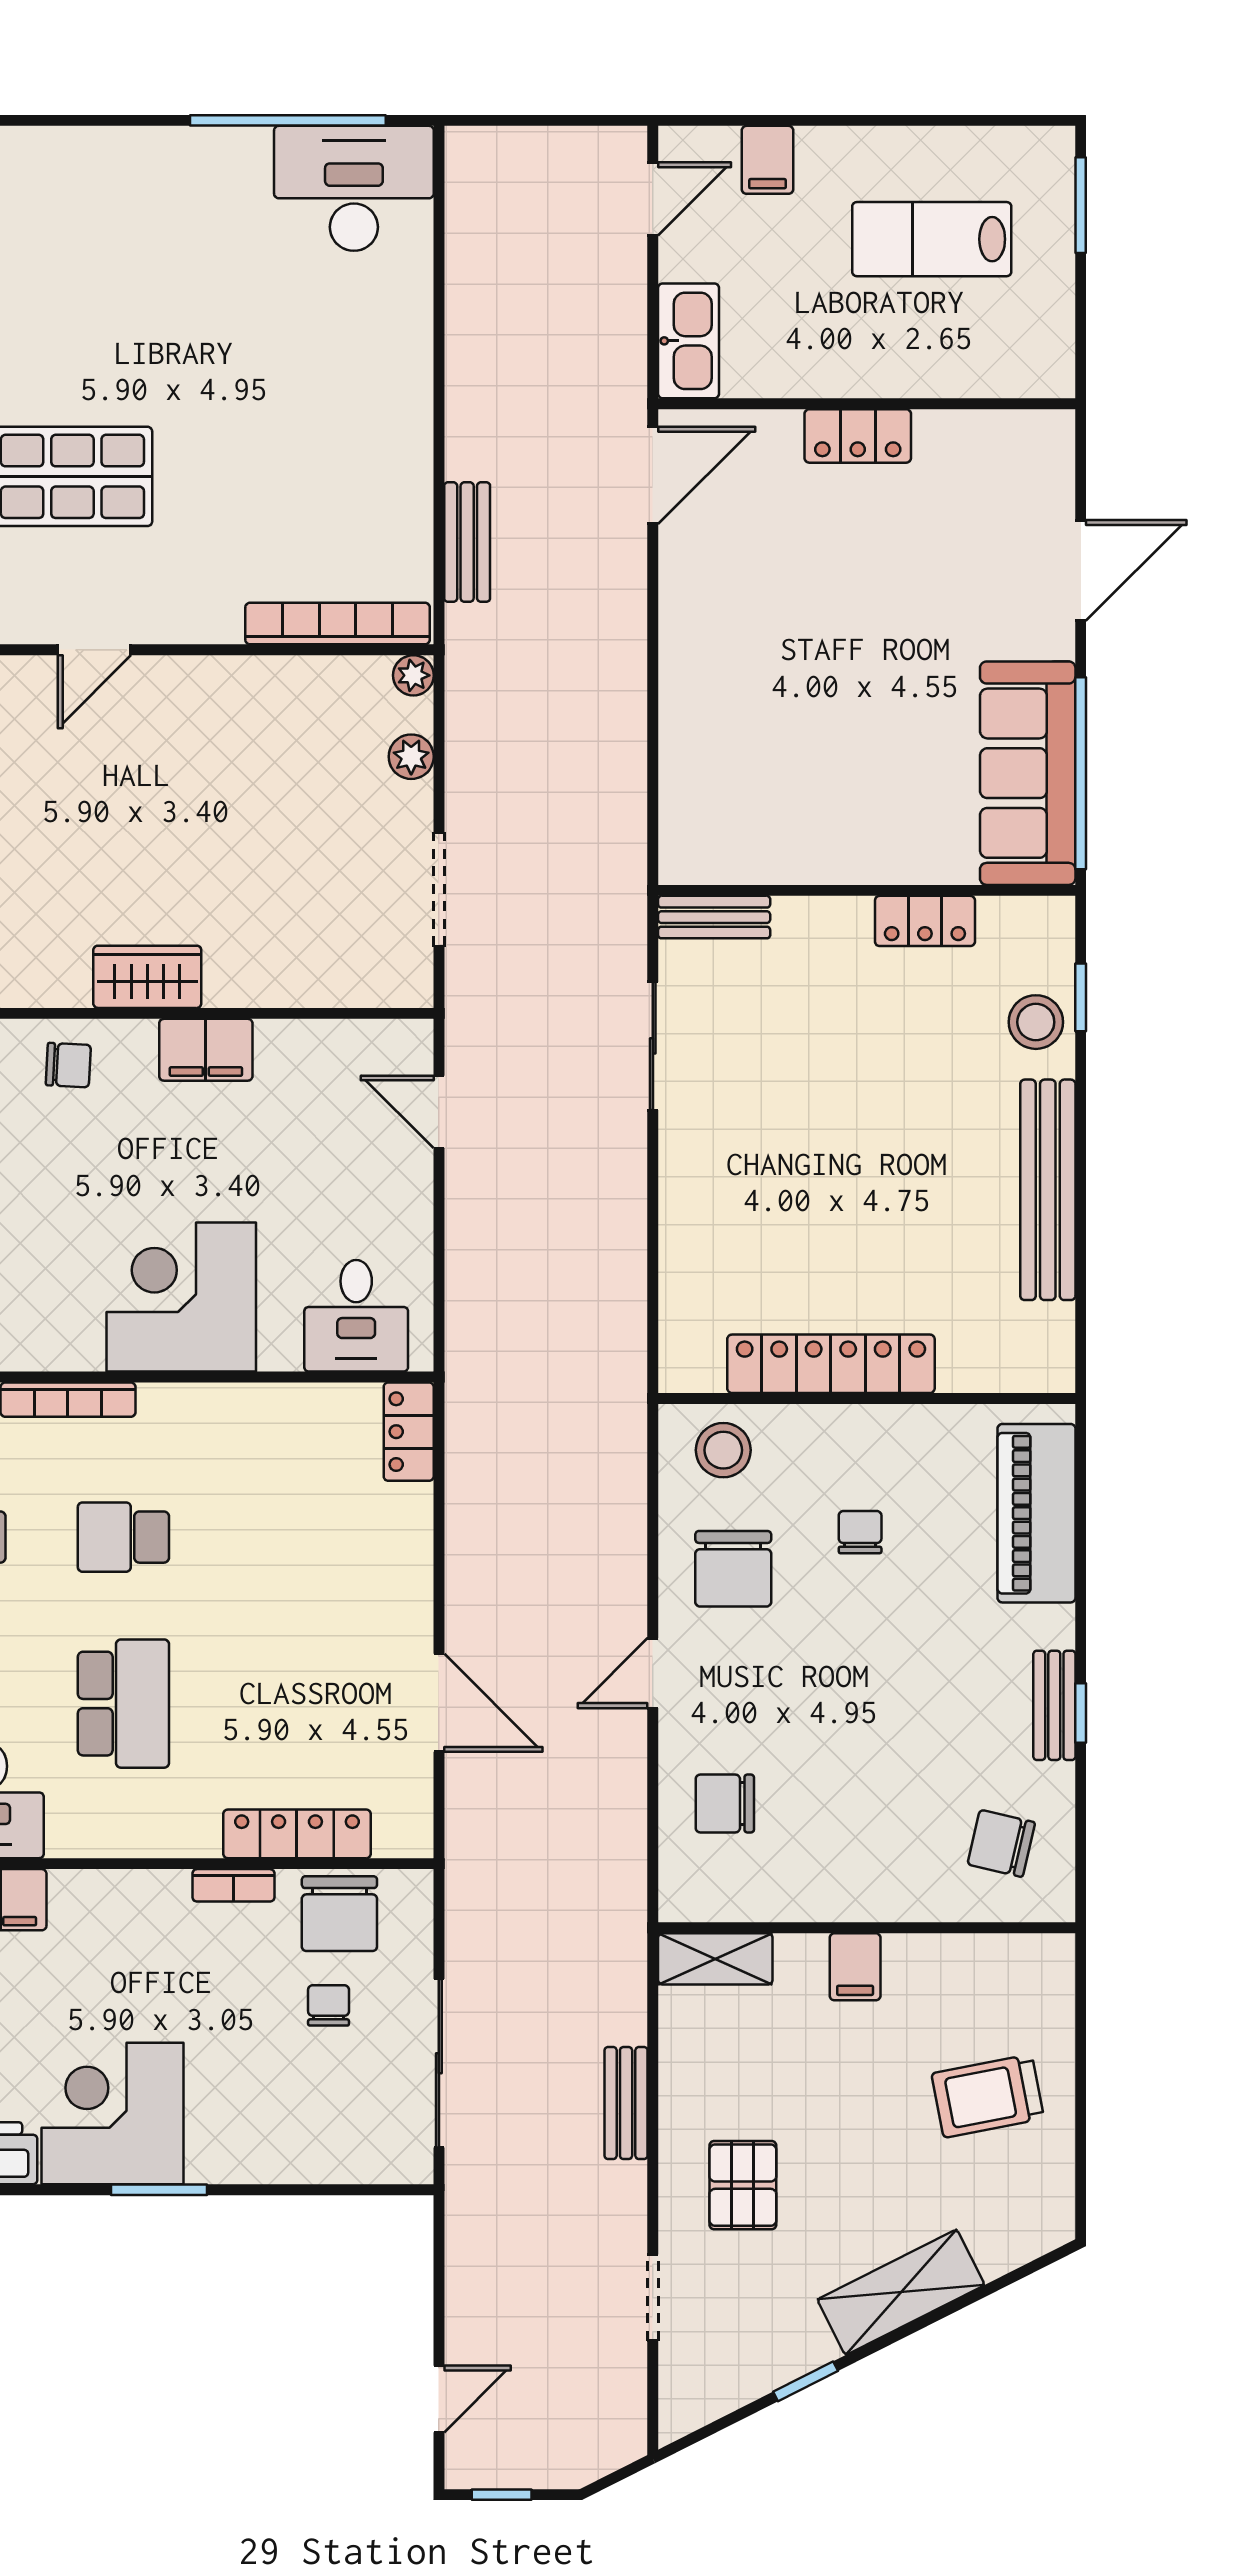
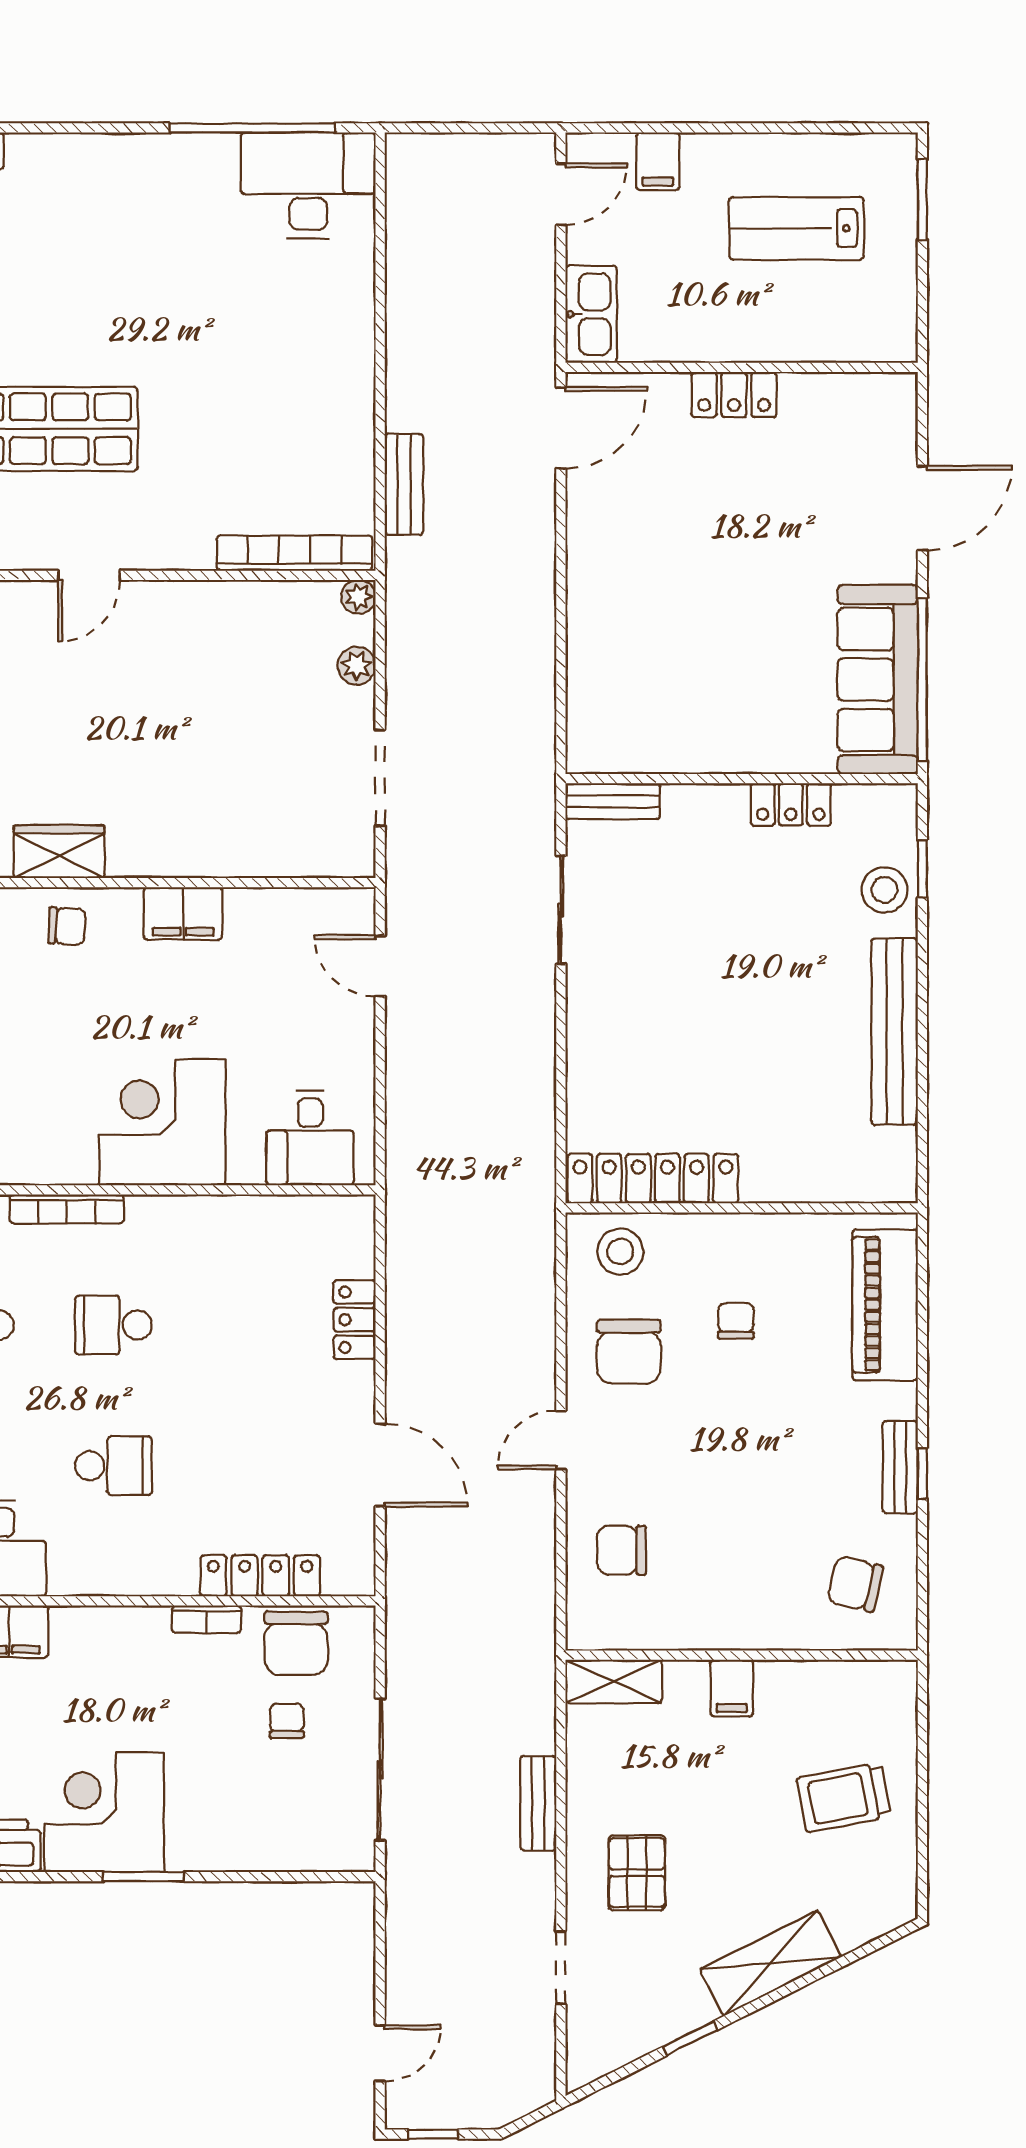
wardrobe: (147, 977) -> (59, 852), moved
locker: (831, 1364) -> (653, 1179), moved
locker: (409, 1432) -> (355, 1320), moved
school desk: (123, 1704) -> (113, 1466), width x0.54

